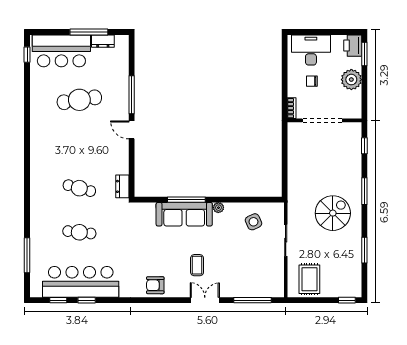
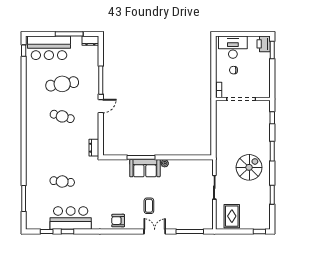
dresser: (103, 41) -> (90, 41), moved
plant: (351, 80) -> (263, 69), removed
door: (132, 130) -> (101, 106), swing flipped
cafe table: (79, 188) -> (62, 116), moved
sofa: (184, 214) -> (145, 168), width x0.73
side table: (254, 222) -> (191, 174), removed
bar counter: (81, 282) -> (71, 218), width x0.73

